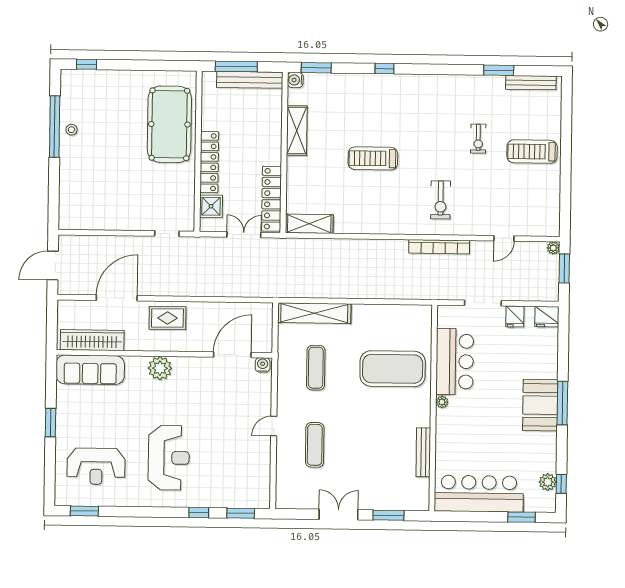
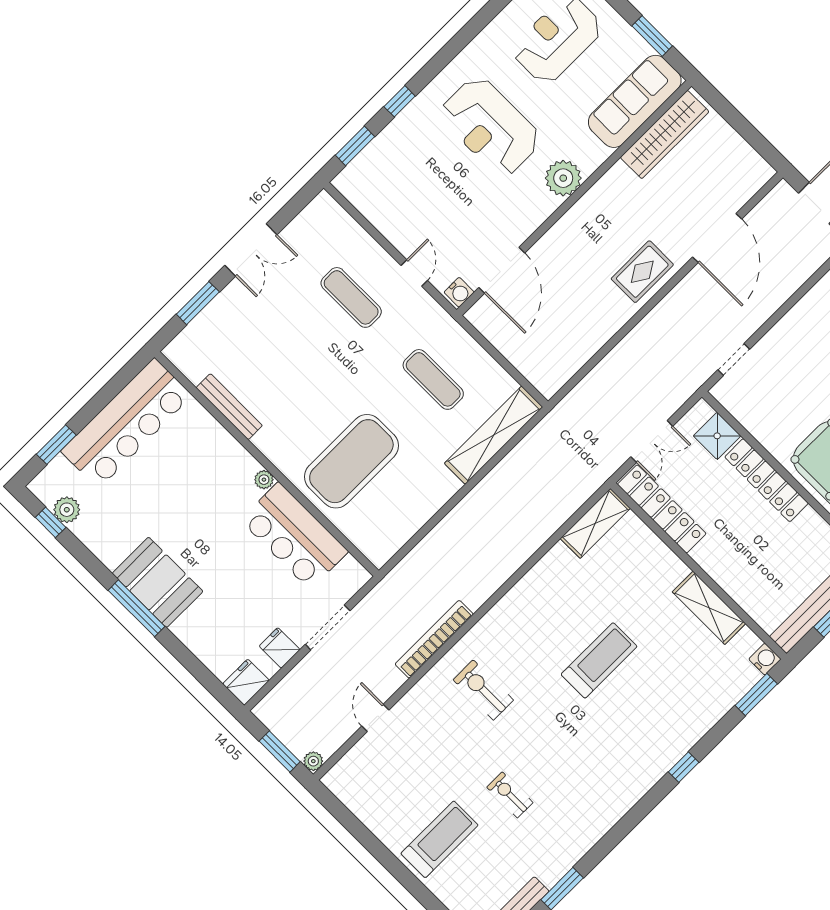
wardrobe: (92, 340) -> (665, 134), moved
wall: (164, 354) -> (574, 198), moved
door: (232, 355) -> (502, 270), moved
water cooler: (263, 365) -> (459, 292), moved
plant: (160, 368) -> (563, 178), moved
sofa: (90, 370) -> (635, 101), moved

